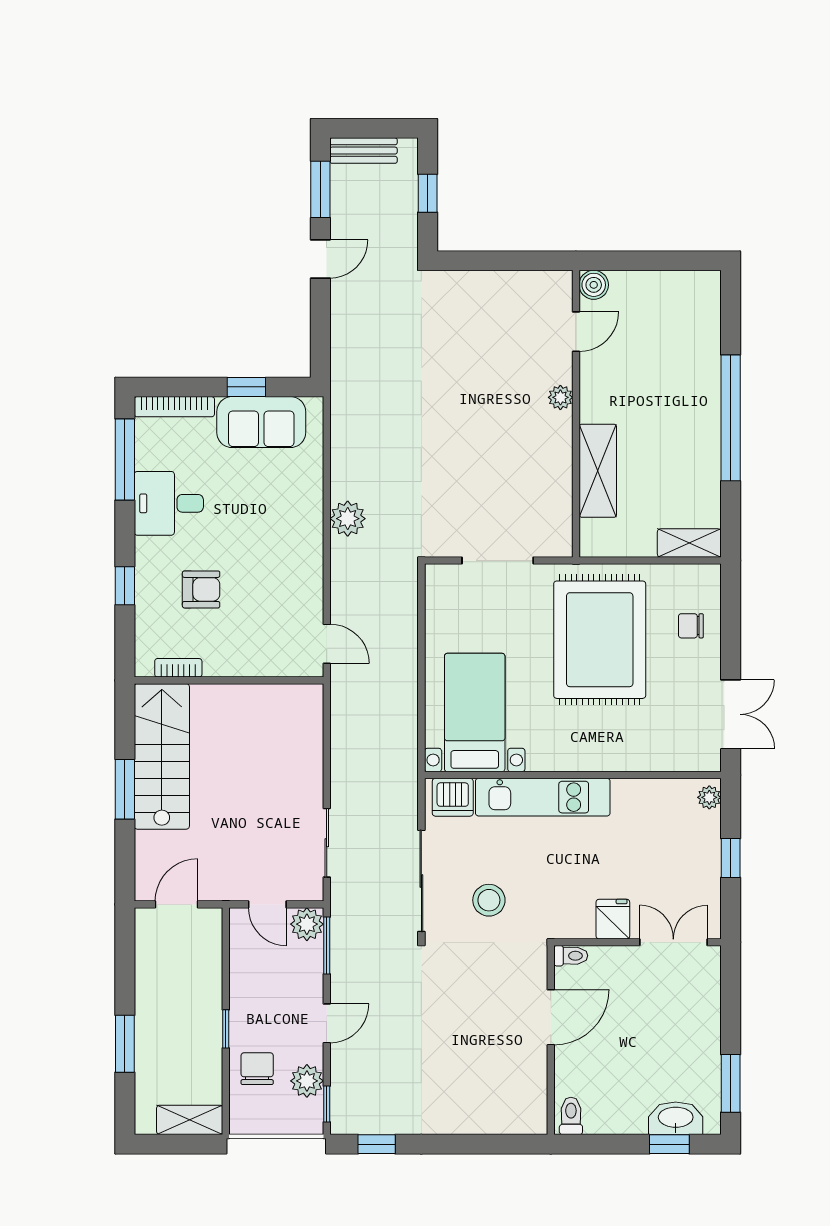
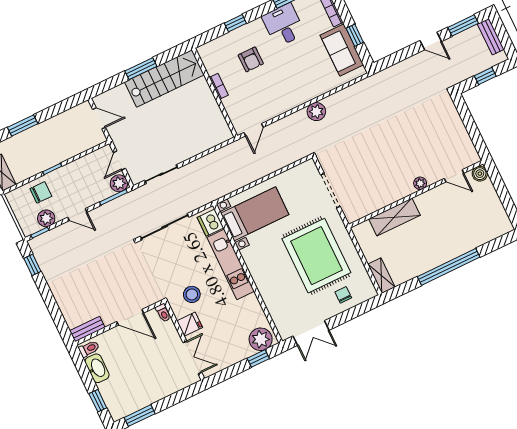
rug: (600, 640) -> (316, 256), turned 90
bookcase: (178, 668) -> (219, 86), moved
plant: (709, 797) -> (261, 339), width x1.88, depth x1.88
window: (731, 858) -> (258, 358), moved
stool: (489, 900) -> (192, 294), moved
bench: (535, 1102) -> (87, 329), added
washbasin: (676, 1118) -> (97, 368), moved

